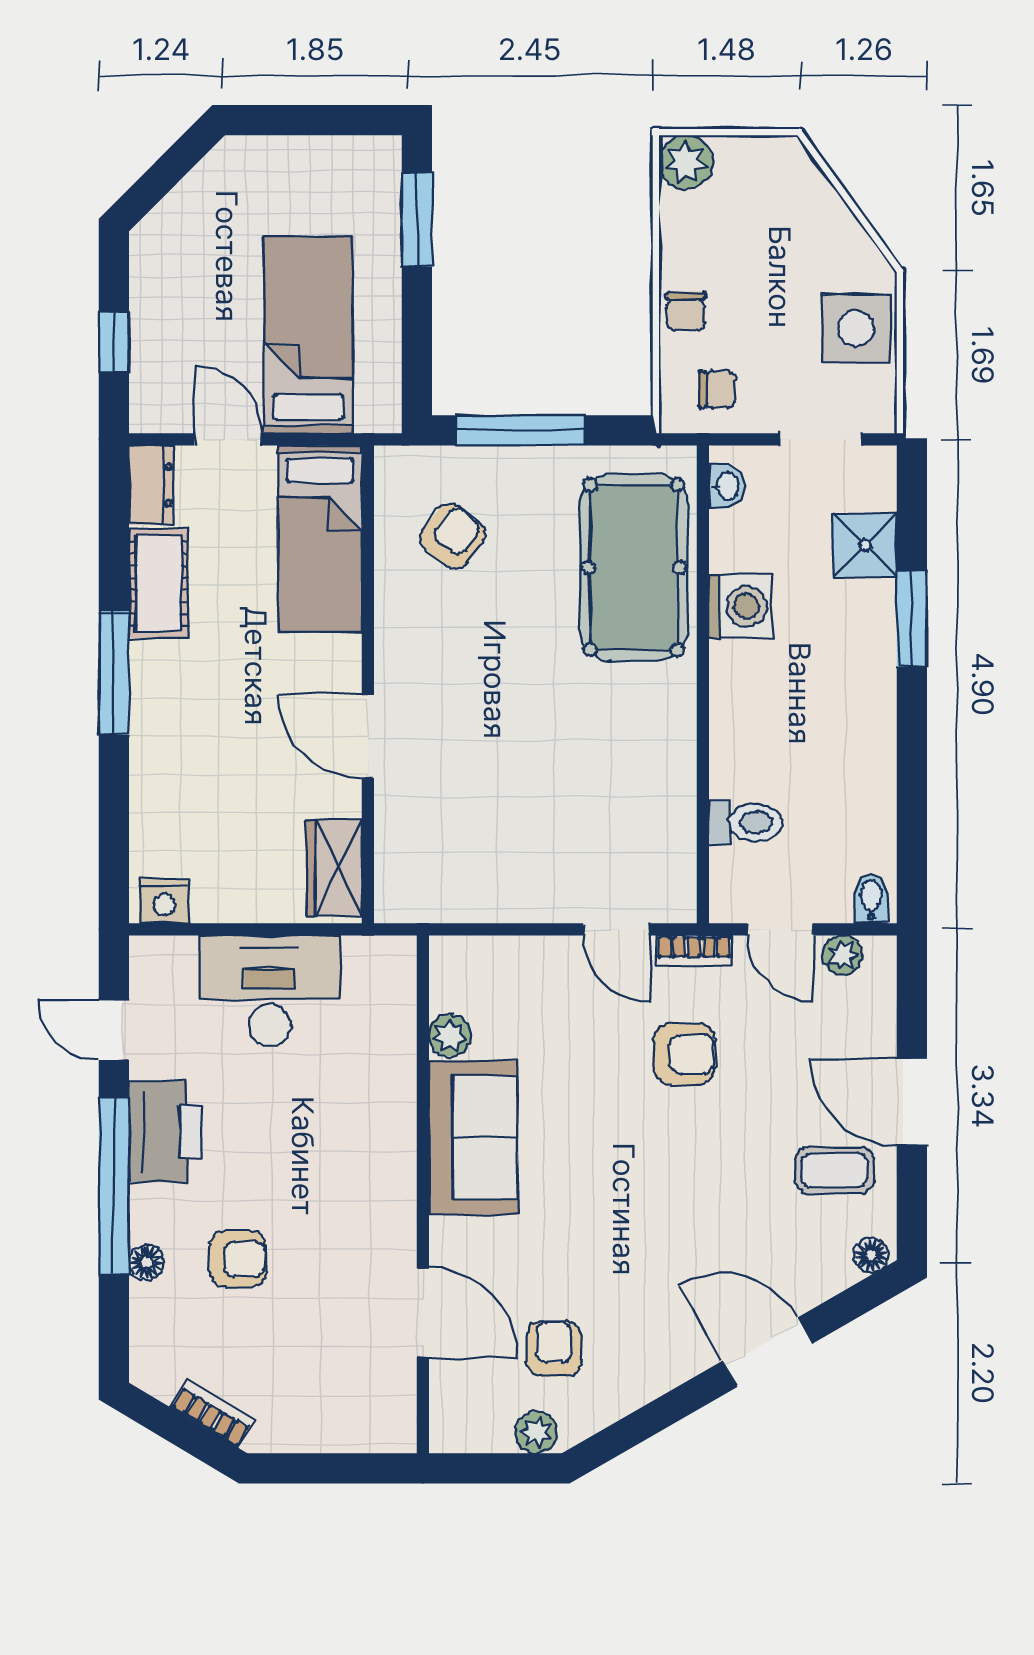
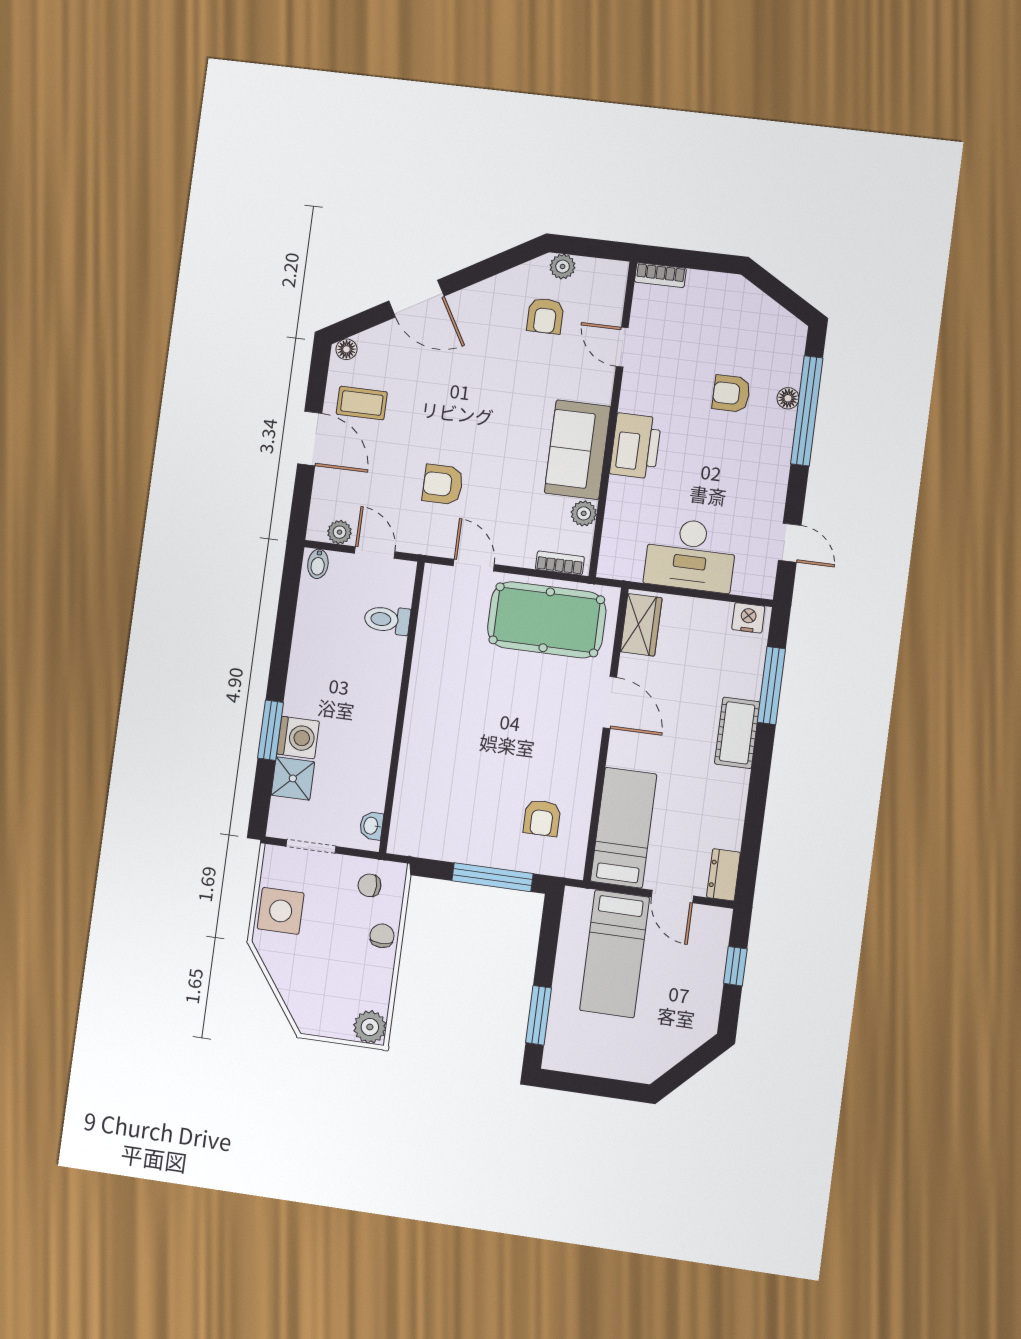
armchair: (453, 536) -> (542, 818), turned -39
pool table: (634, 567) -> (547, 620), moved, turned 90
cot: (159, 583) -> (737, 733), moved
washing machine: (740, 606) -> (298, 738), moved, turned 180
window: (114, 673) -> (771, 686), moved
bookcase: (694, 951) -> (560, 563), moved
printer: (165, 1132) -> (636, 446), moved, turned 180
window: (114, 1186) -> (807, 411), moved
door: (423, 1313) -> (622, 347), width x0.73
bookcase: (212, 1414) -> (660, 275), moved, turned -31

